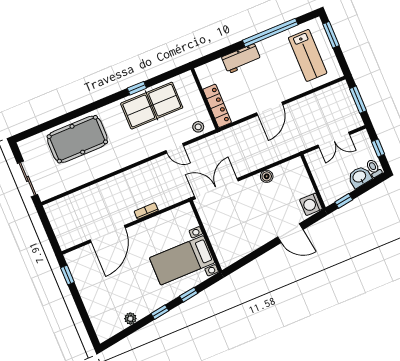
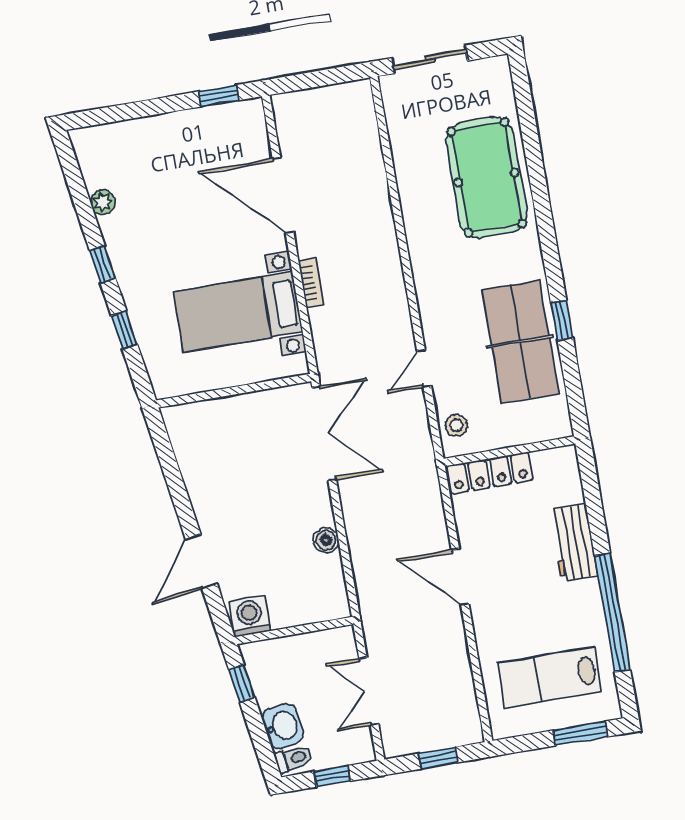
window: (358, 100) -> (438, 758), width x0.67
bed with nightstands: (182, 260) -> (238, 312), moved, turned -90

